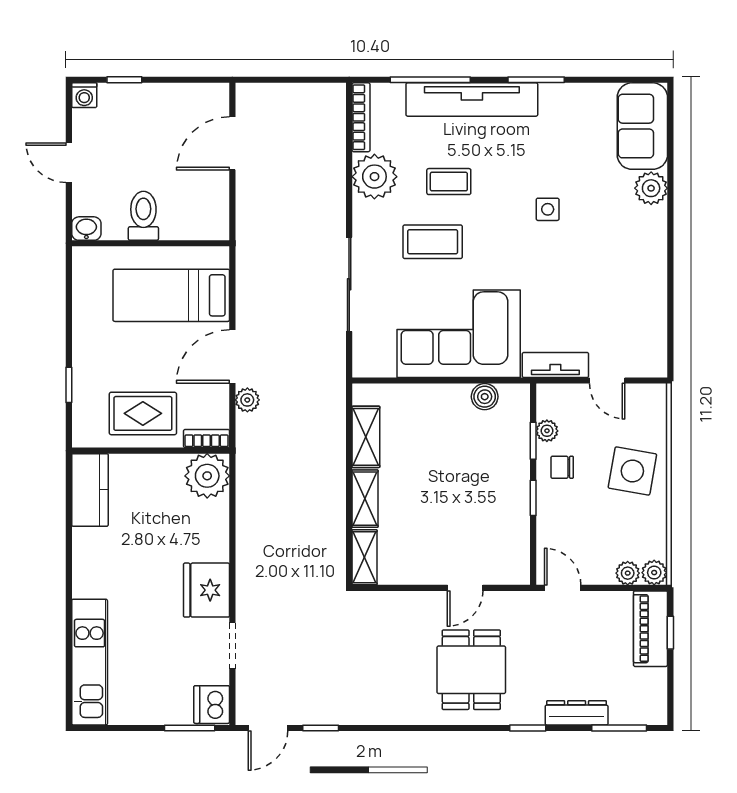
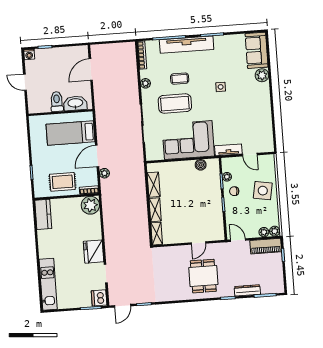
plant: (374, 177) -> (145, 83), width x0.53, depth x0.53
washbasin: (86, 229) -> (75, 103), moved, width x1.91, depth x1.45
coffee table: (433, 242) -> (175, 104), width x1.36, depth x1.32
piano: (650, 629) -> (266, 246), moved, turned -90

